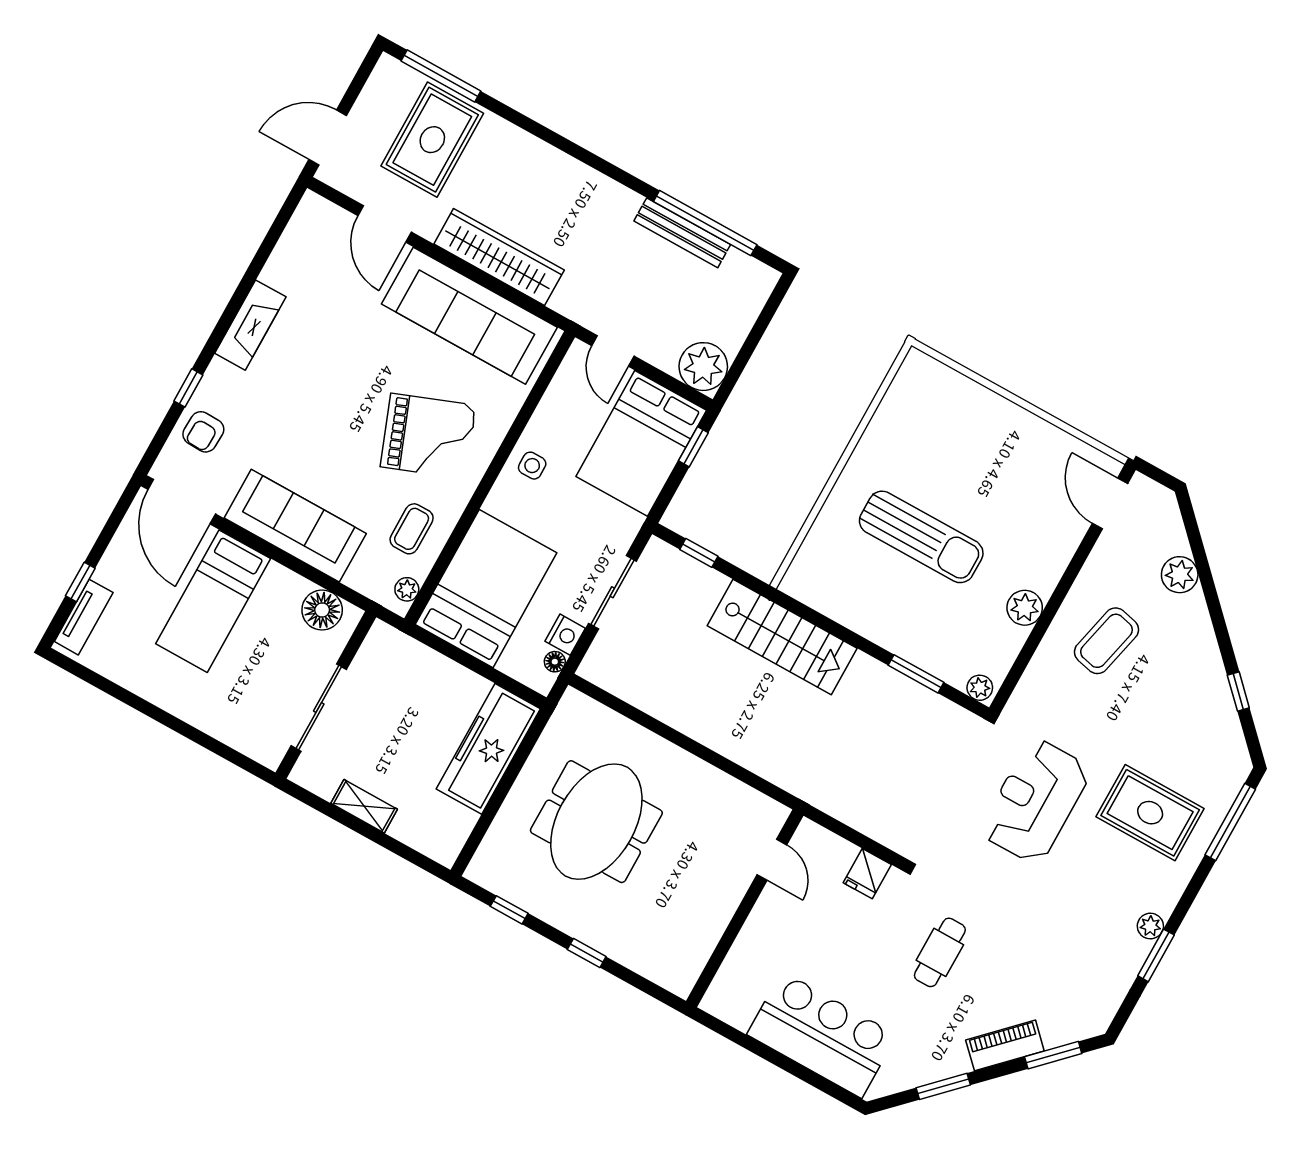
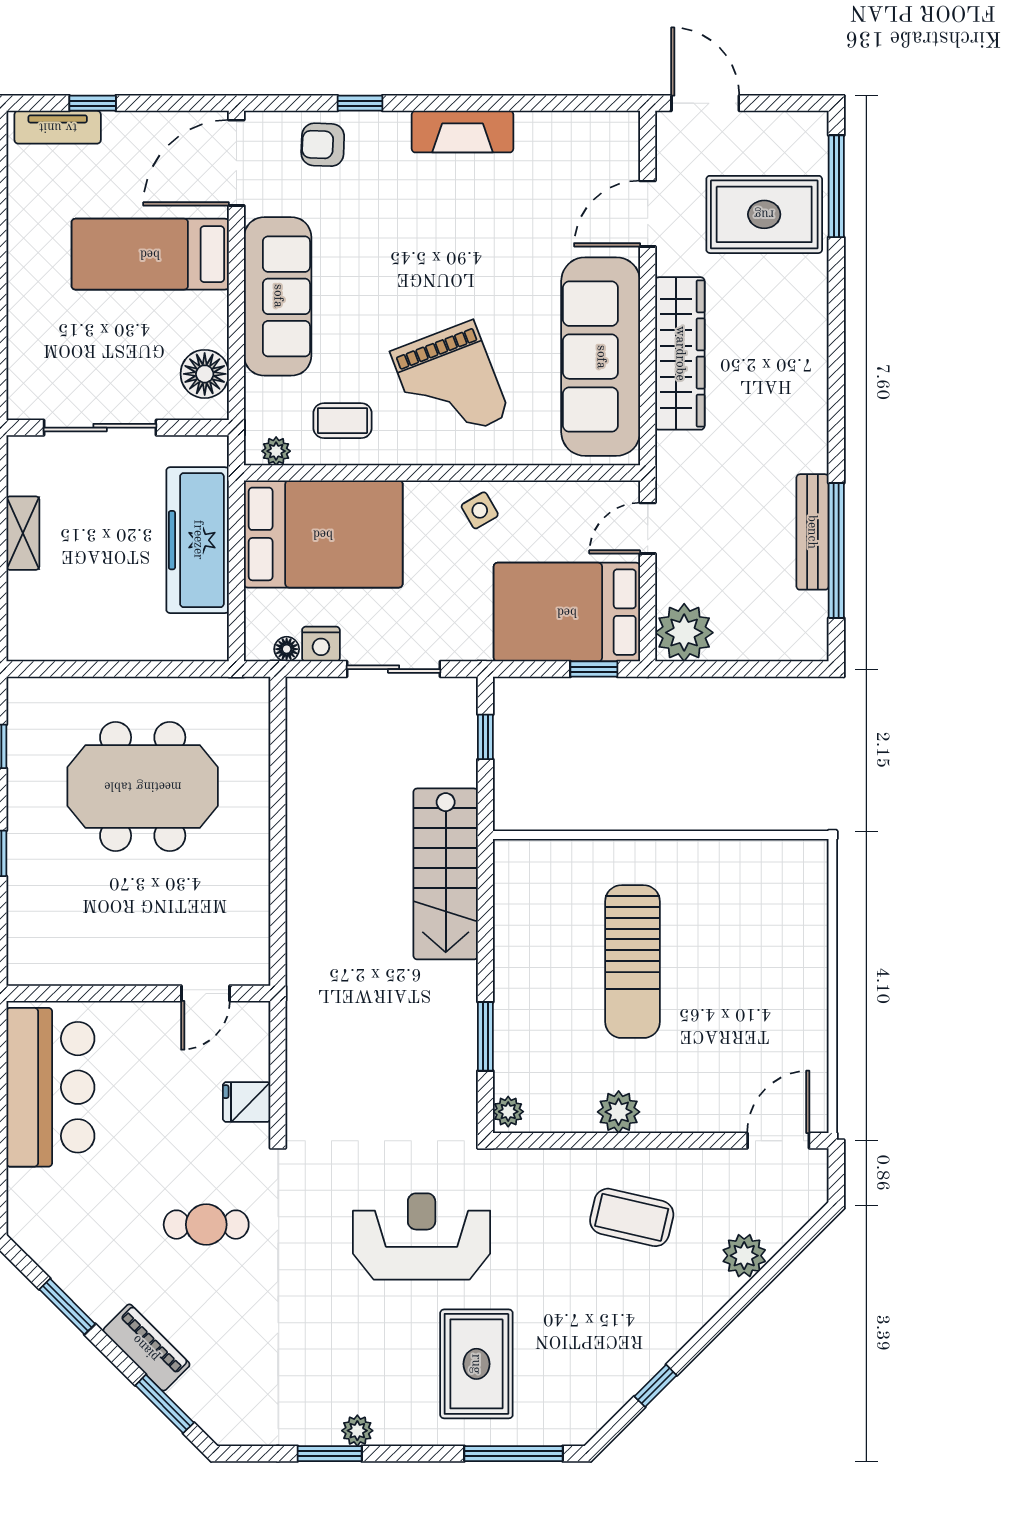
side table: (532, 466) -> (480, 510), turned -30
freezer: (488, 749) -> (198, 540), moved, turned -90
bar counter: (822, 1035) -> (50, 1087), moved

